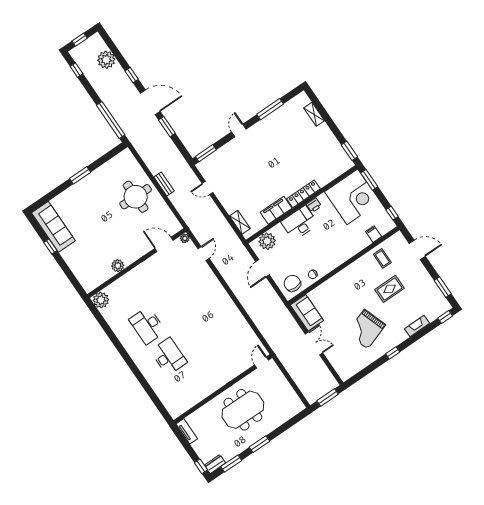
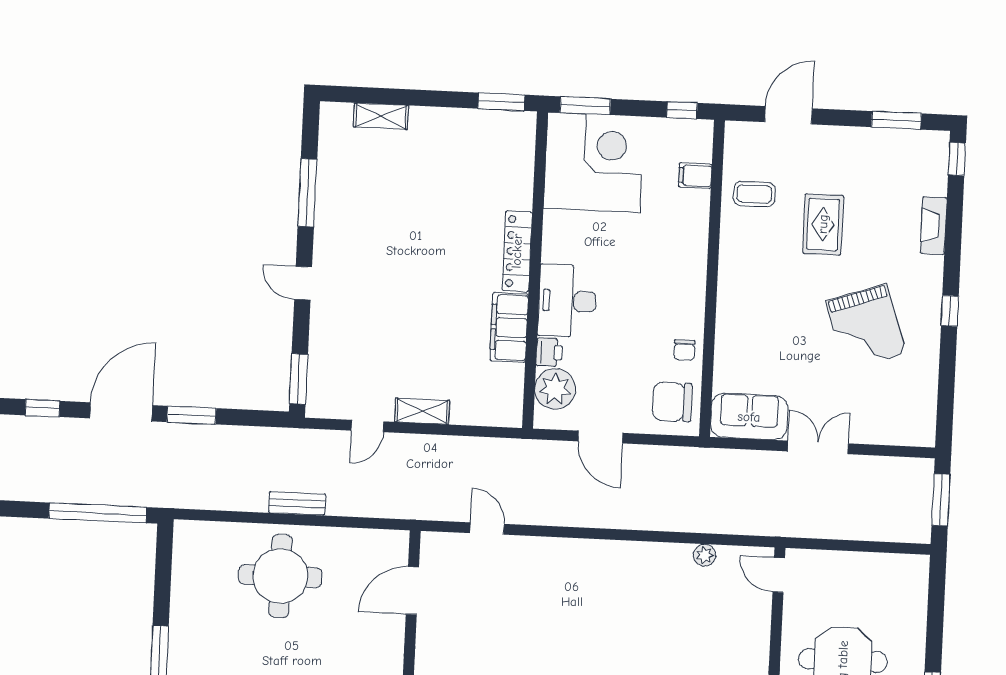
printer: (314, 205) -> (549, 352), moved
shelving: (240, 222) -> (422, 411), moved
plant: (185, 238) -> (705, 555), moved

